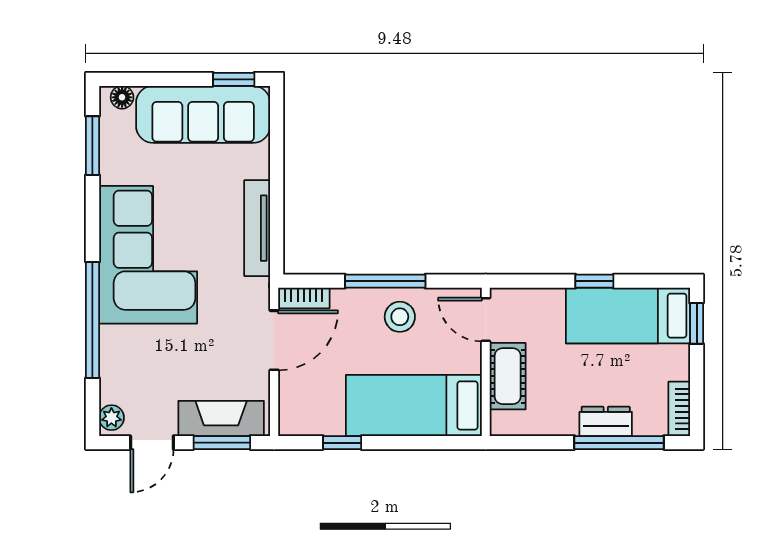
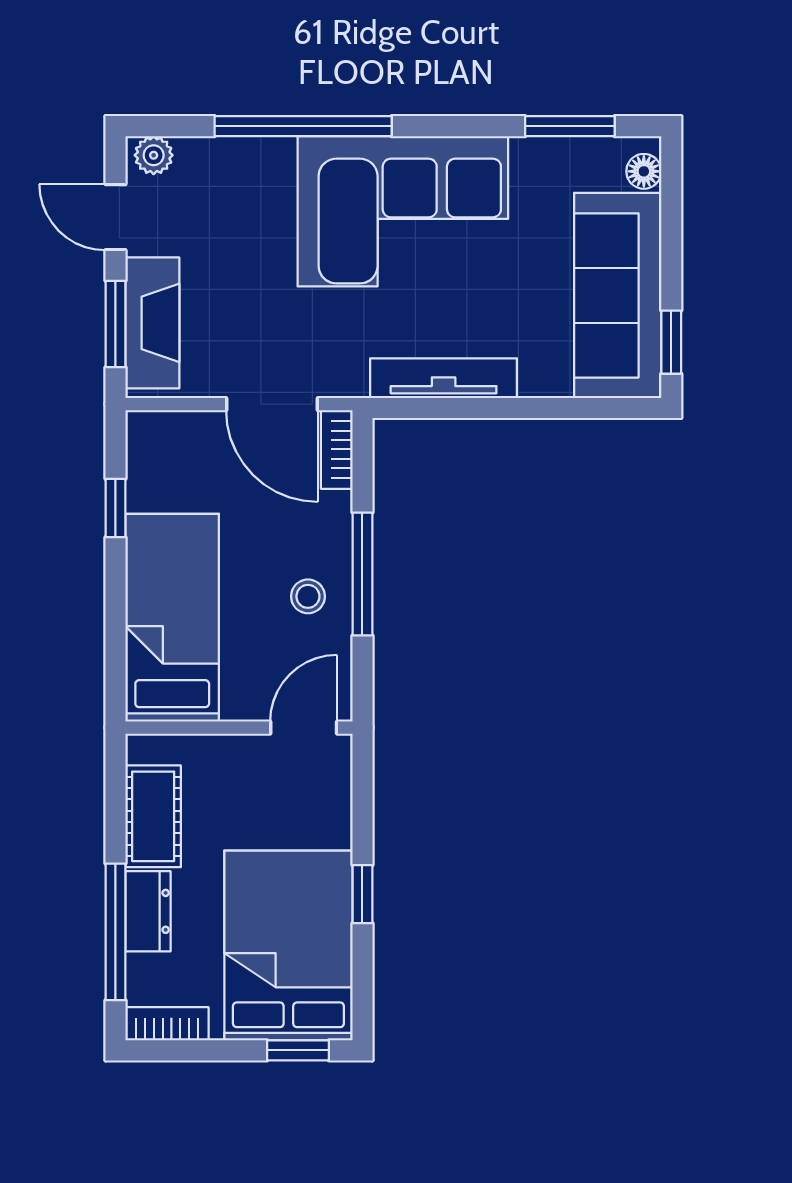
bed: (628, 316) -> (288, 946), width x1.50
stool: (400, 317) -> (308, 596), width x0.73, depth x0.73
cot: (508, 376) -> (153, 816), moved, turned 90

